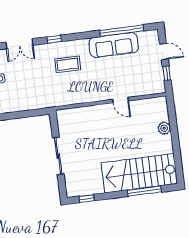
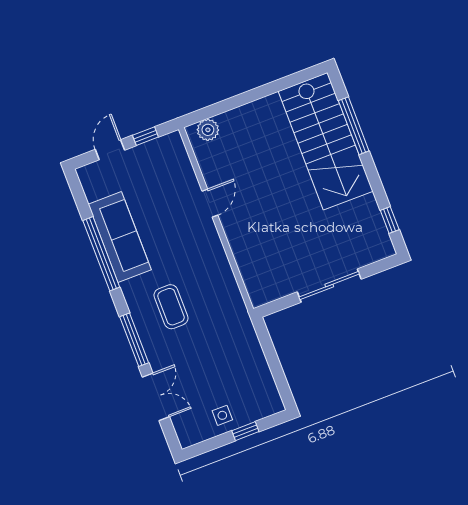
window: (122, 31) -> (101, 254), moved
window: (54, 39) -> (134, 340), width x2.17
plant: (164, 128) -> (208, 130), moved

